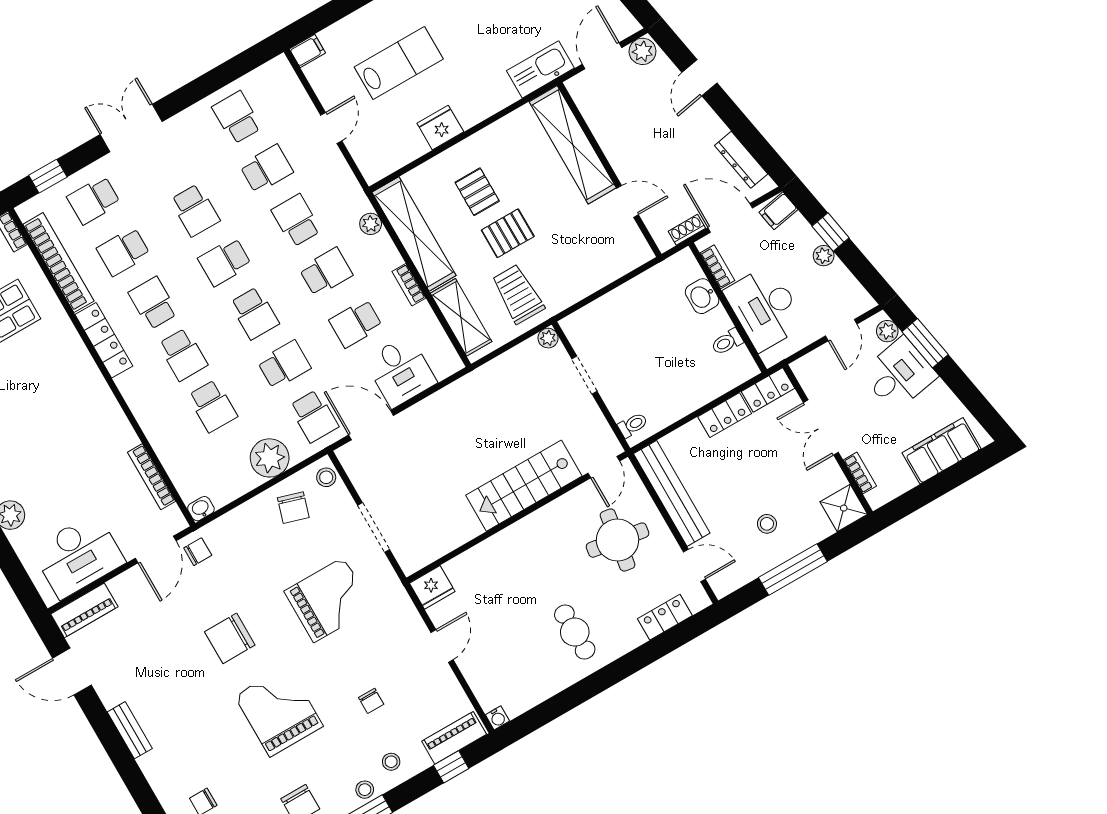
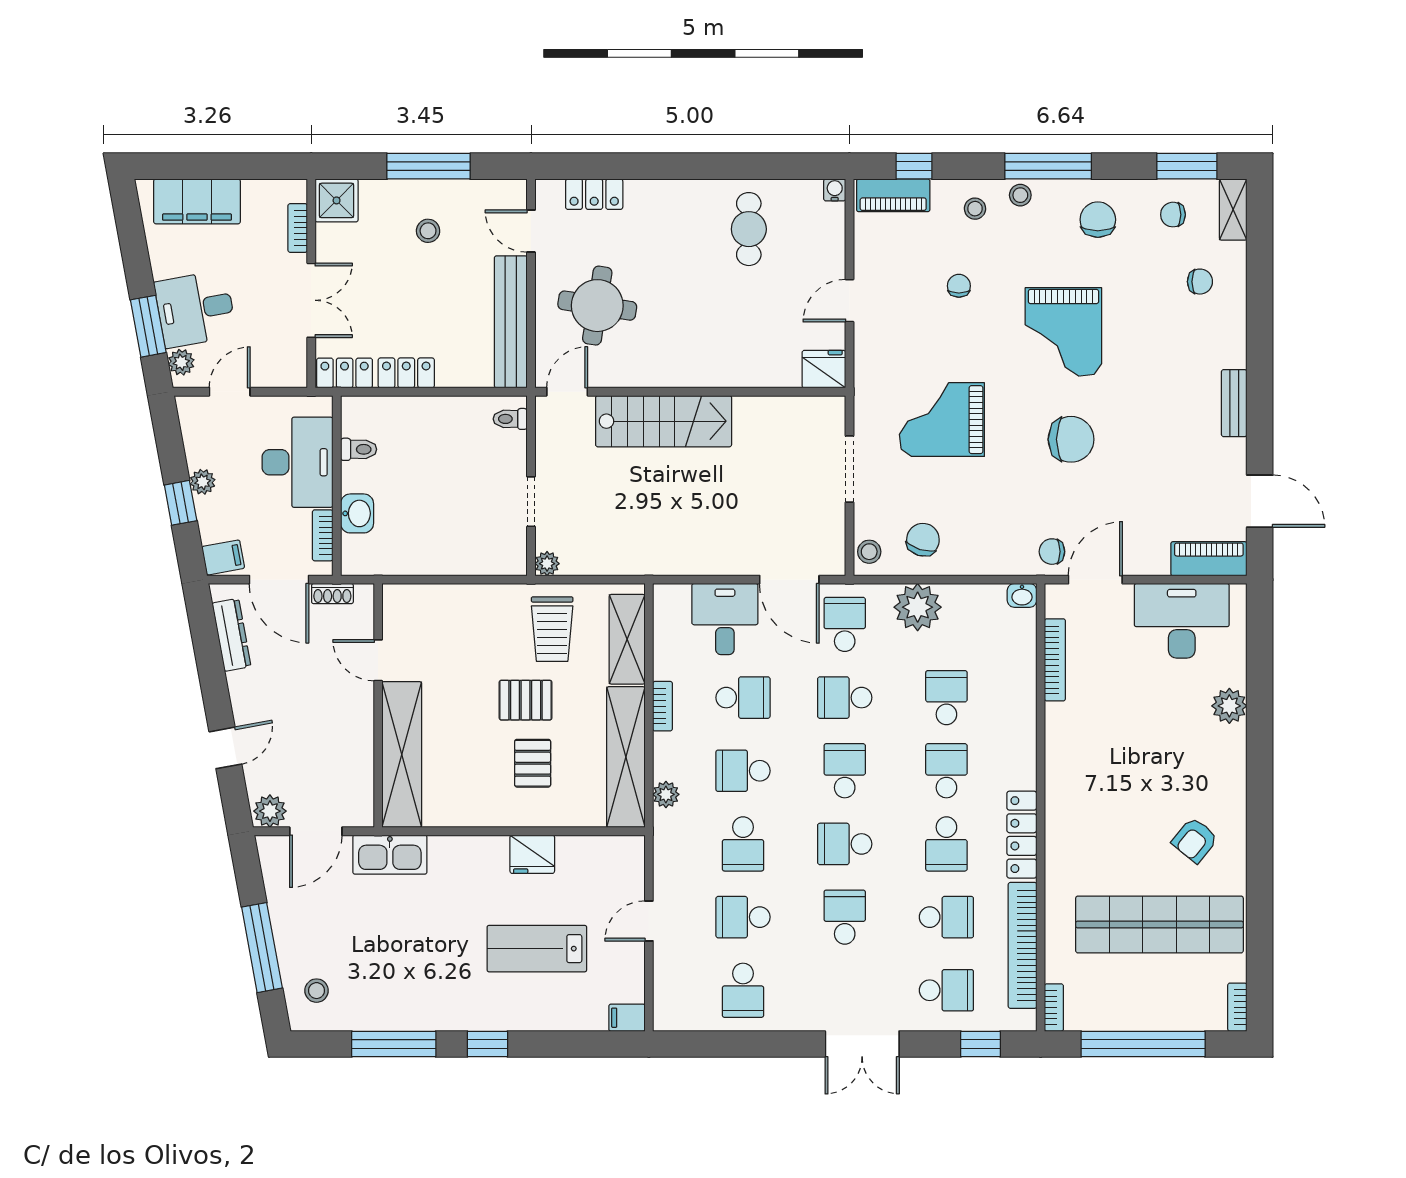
school desk: (225, 262) -> (845, 844), turned 180
cafe table: (575, 632) -> (749, 229), moved

